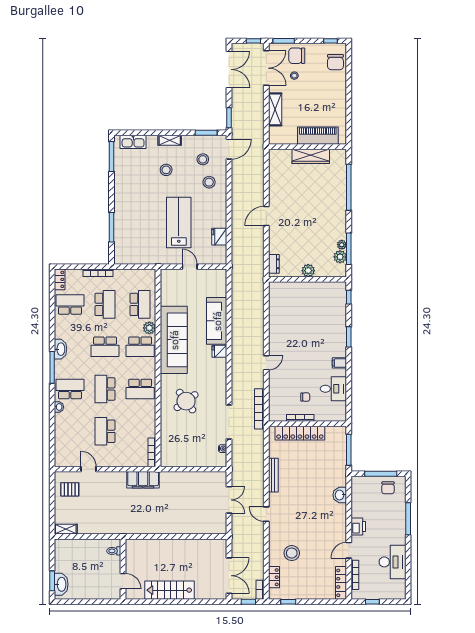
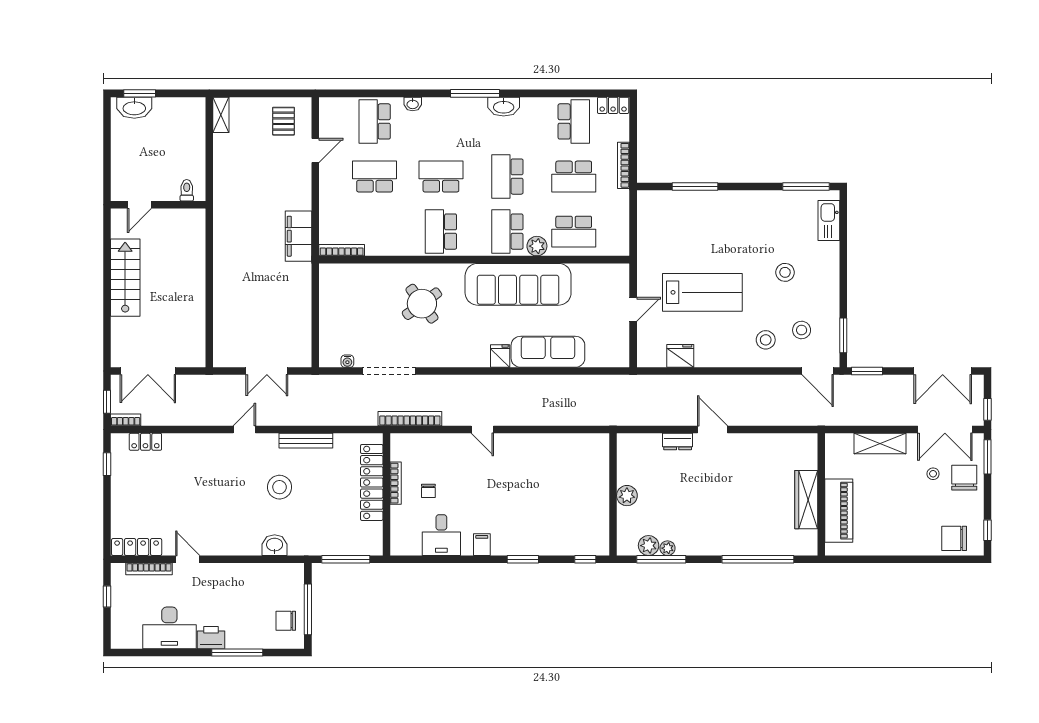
shelving: (170, 140) -> (831, 278), removed
dresser: (274, 264) -> (678, 442), moved
school desk: (70, 389) -> (375, 121), moved, turned 180
printer: (358, 526) -> (211, 638), moved, turned 180
stool: (292, 553) -> (280, 487), moved

